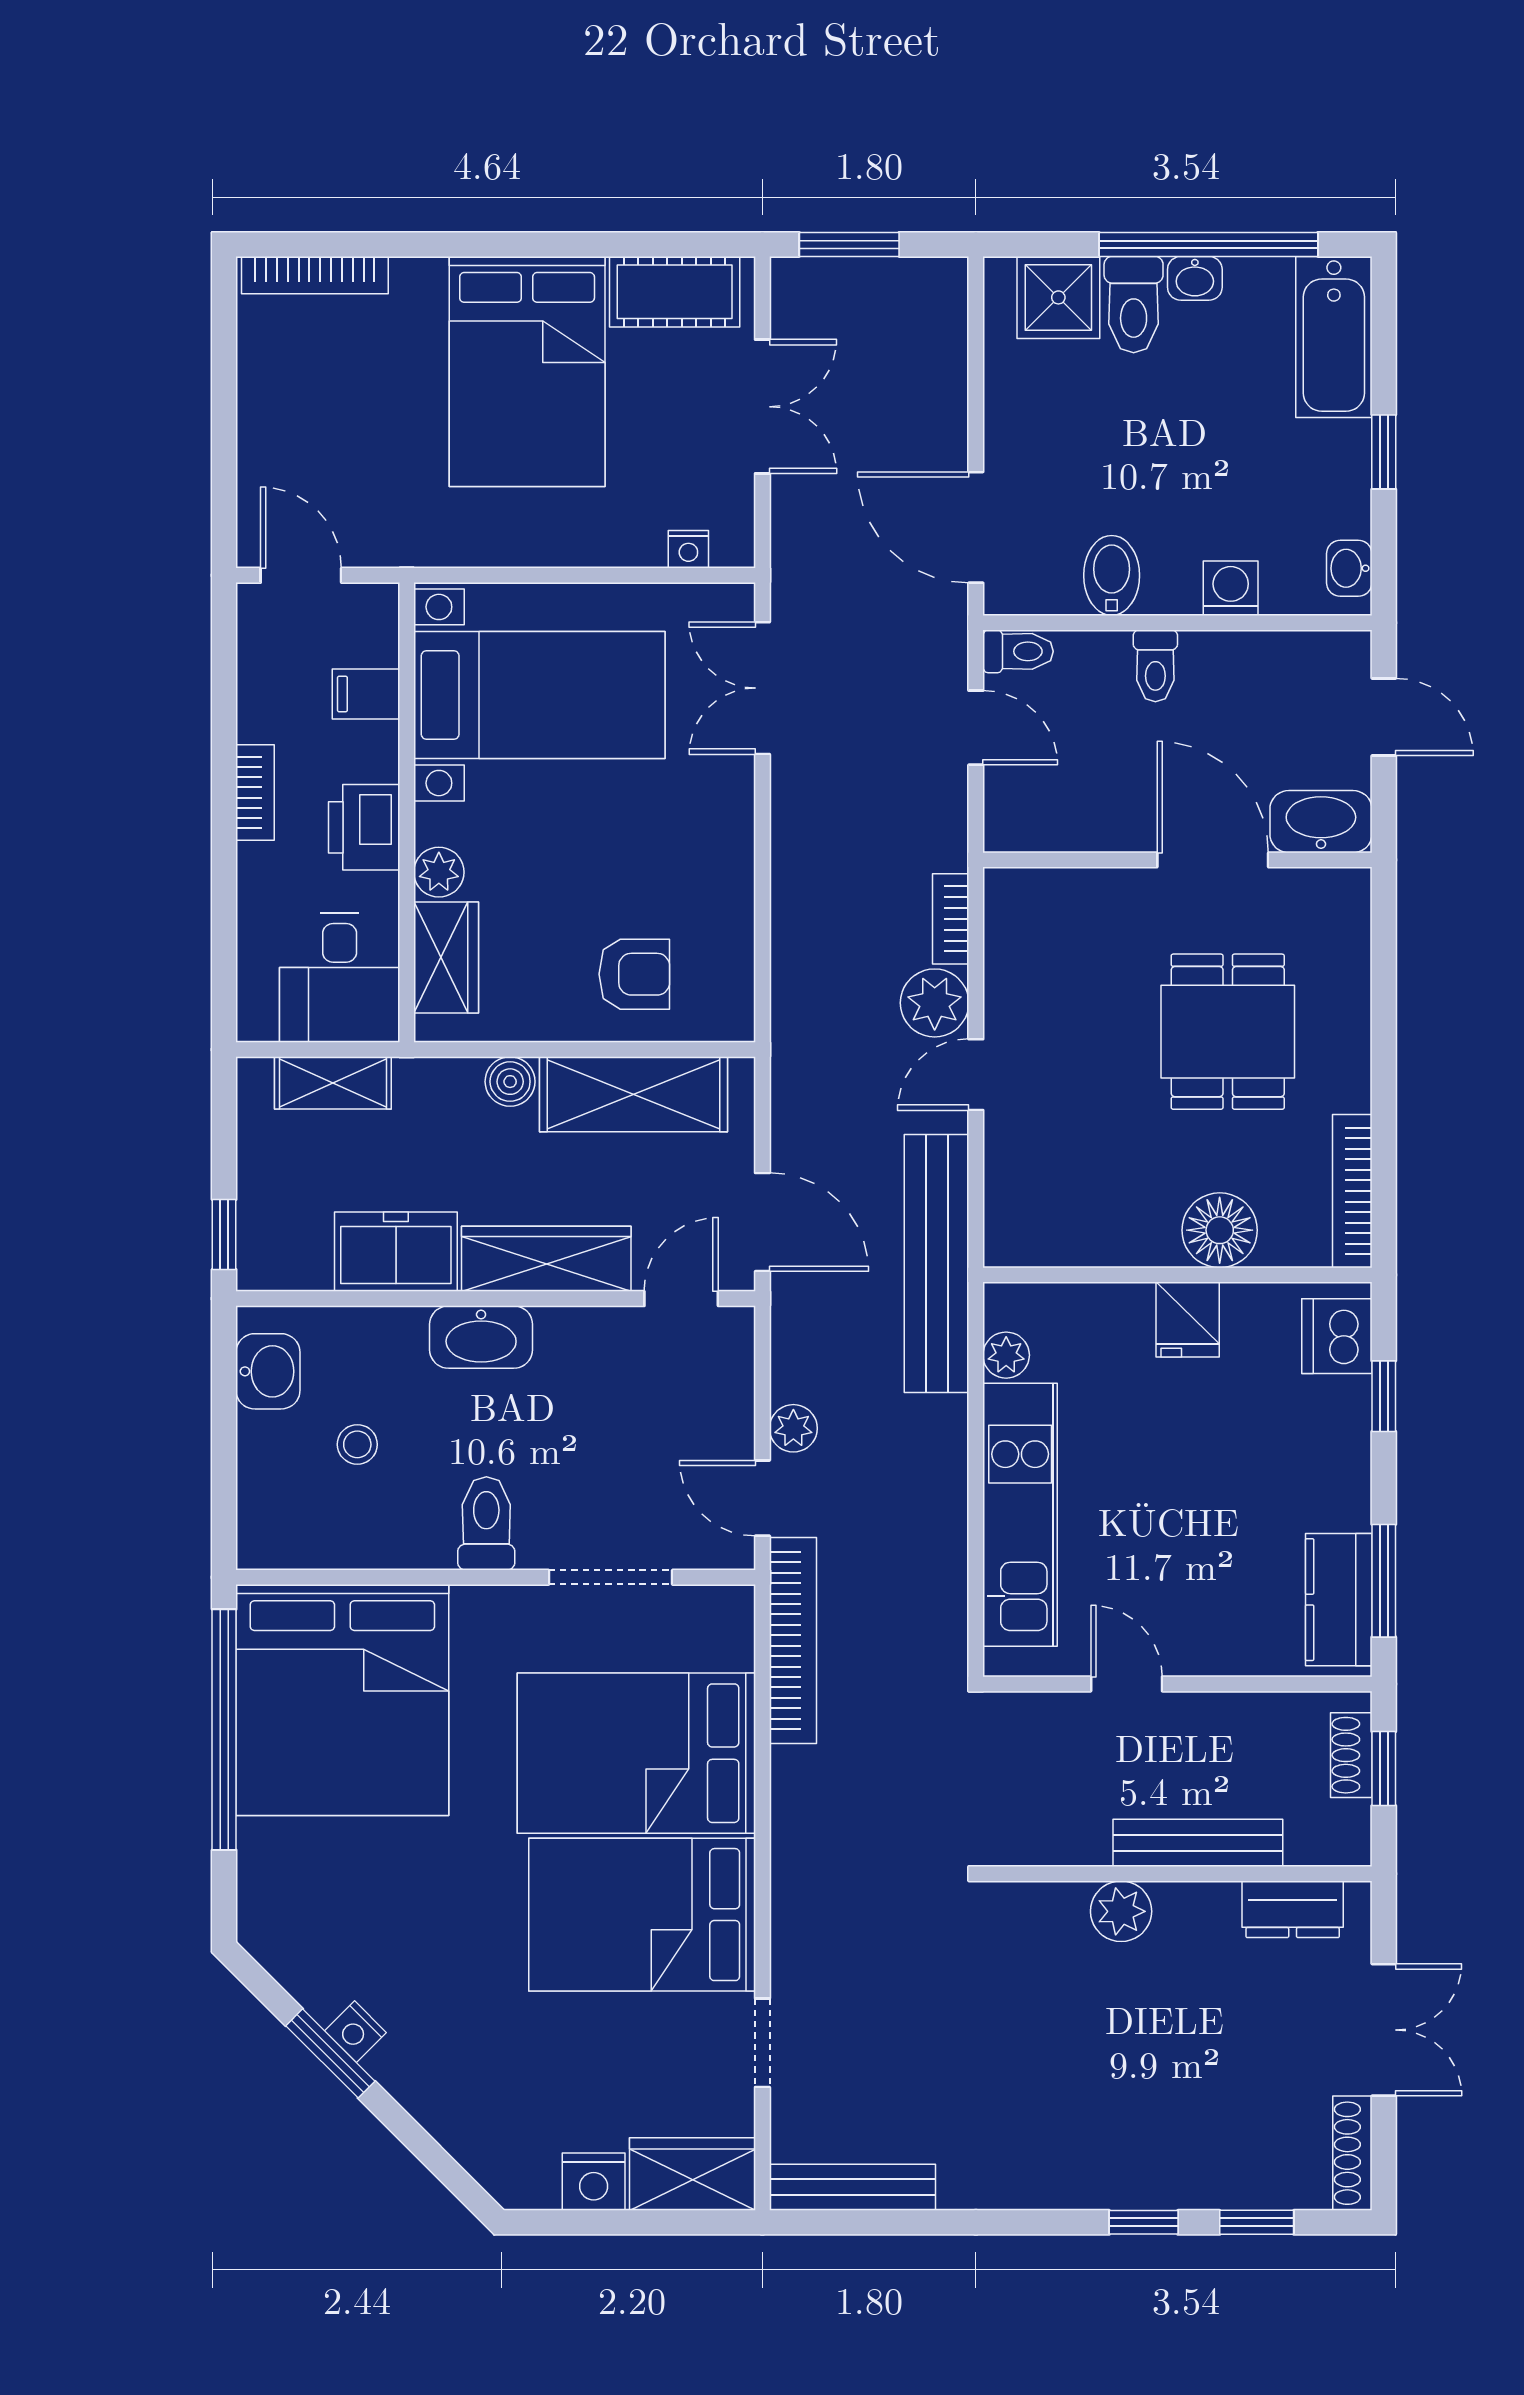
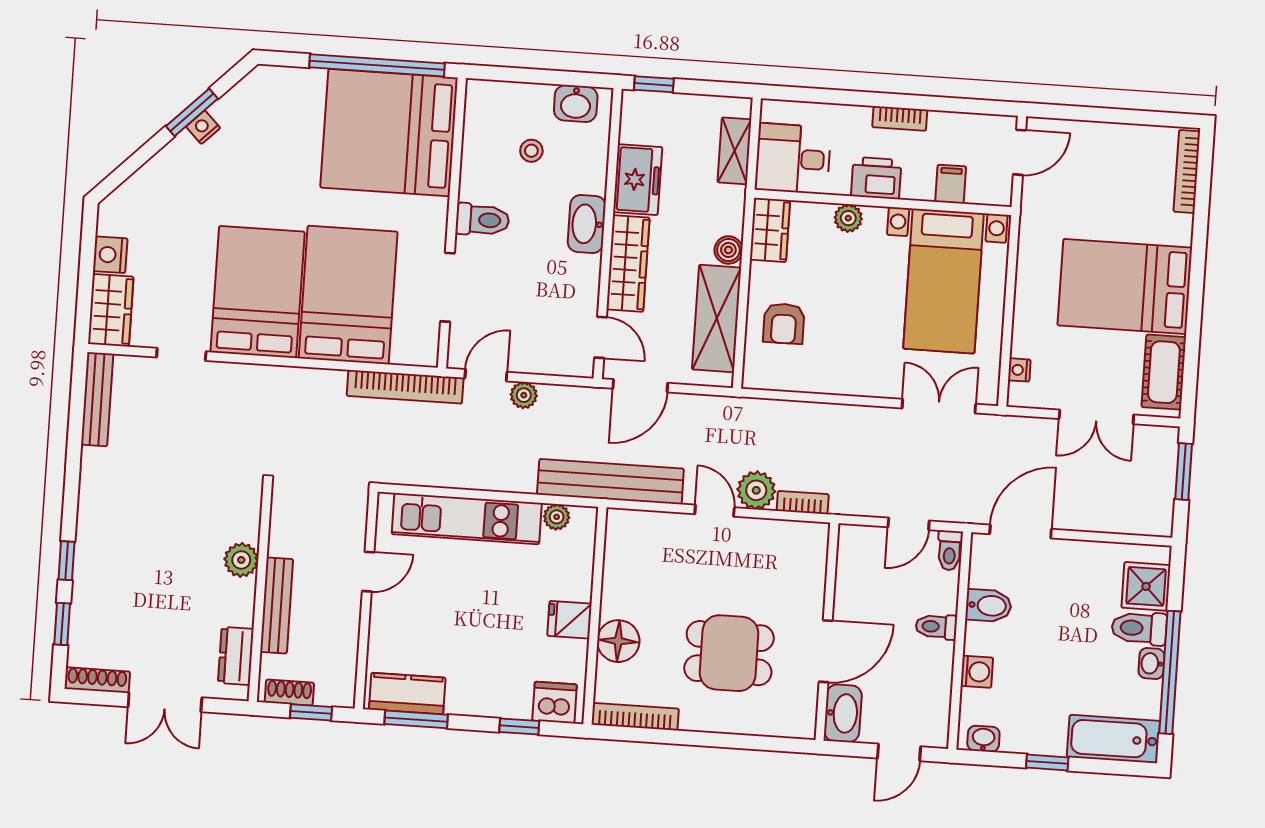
wardrobe: (446, 958) -> (770, 230), moved, turned -90
shoe rack: (1351, 1755) -> (289, 693), moved

